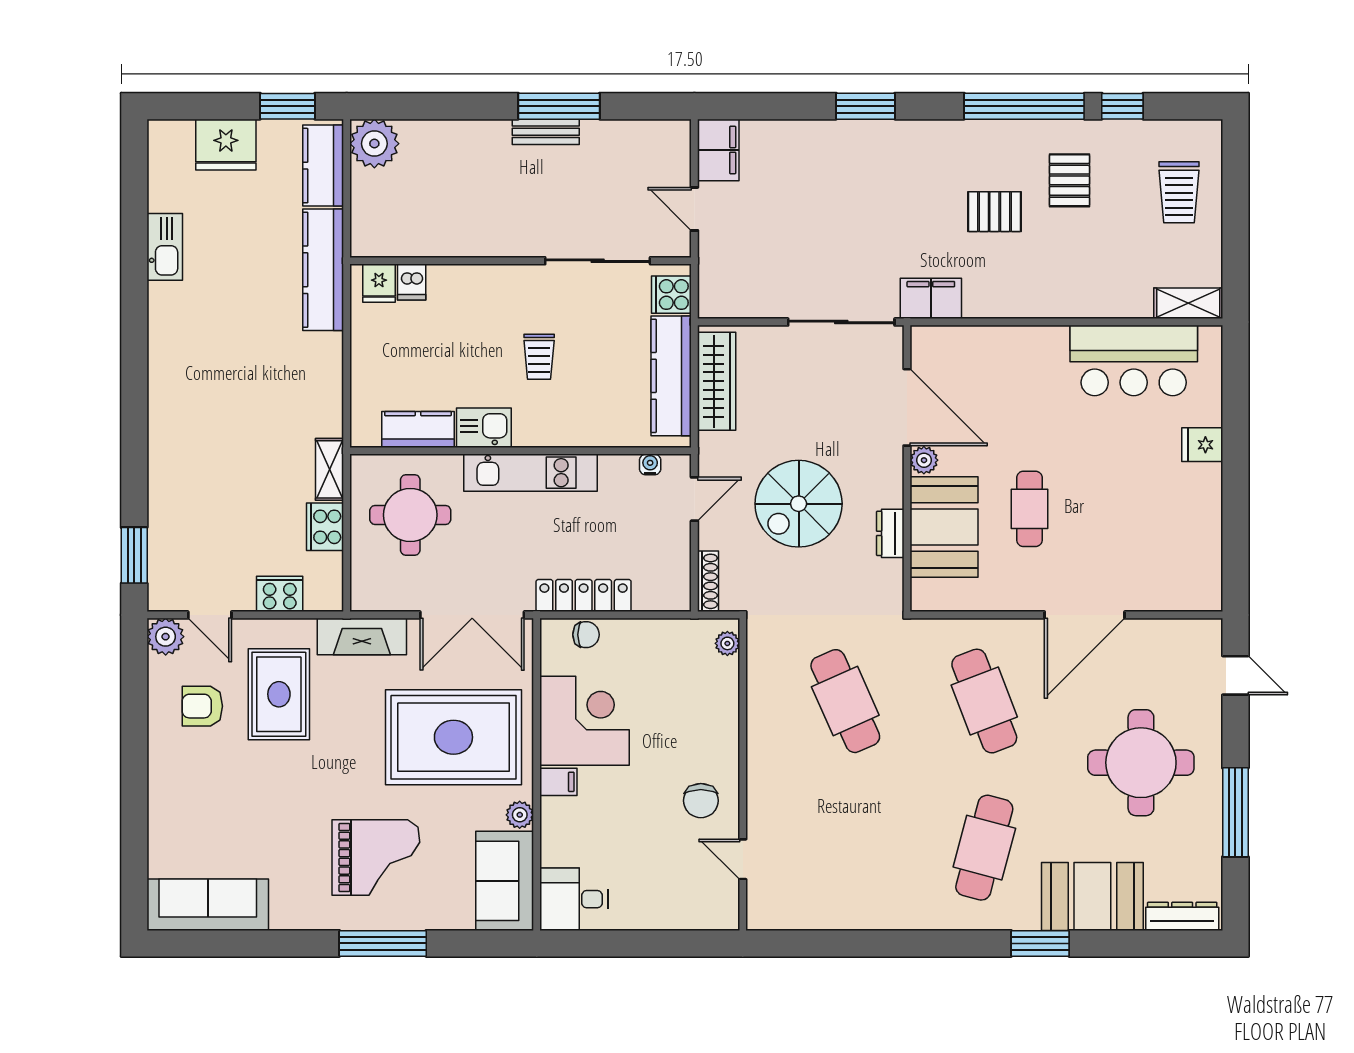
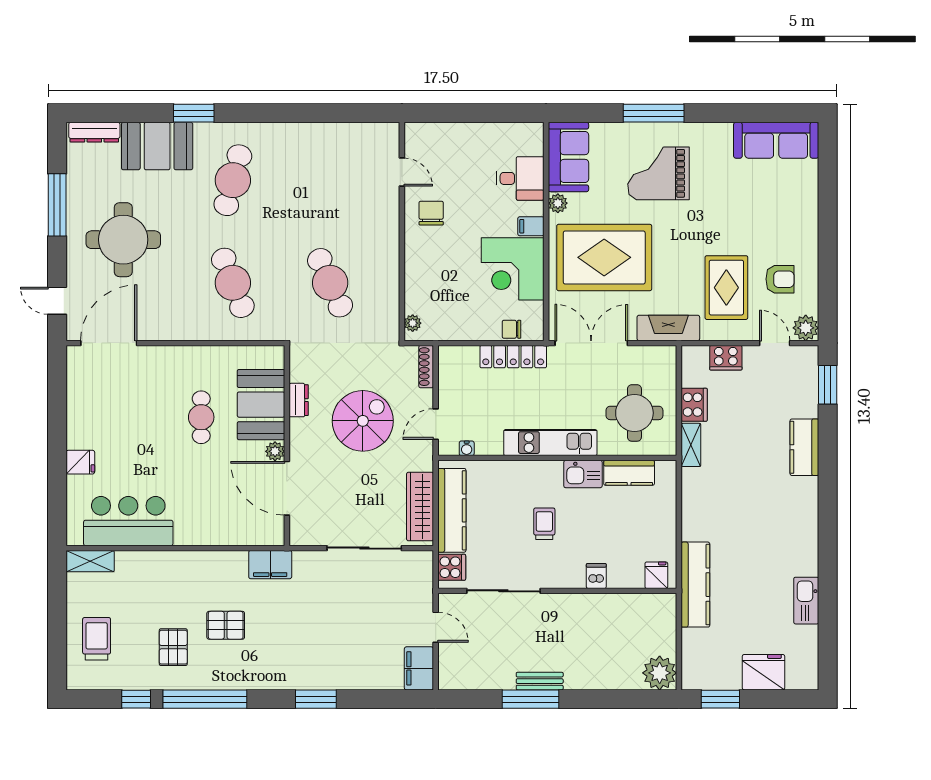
kitchen counter: (323, 166) -> (804, 447), moved, turned 180
dishwasher: (412, 282) -> (596, 576), moved
sliding door: (841, 322) -> (364, 548), moved
door: (1085, 615) -> (109, 343), moved
desk: (574, 899) -> (520, 178), moved

